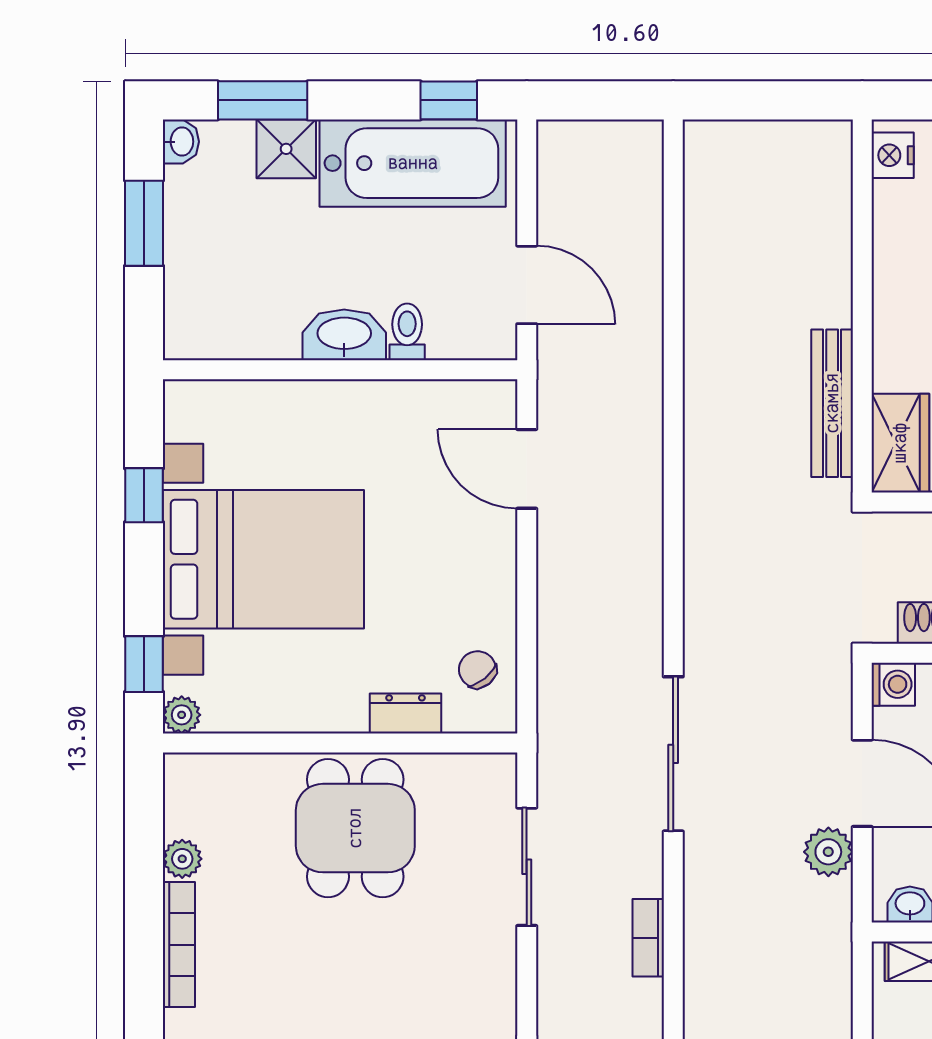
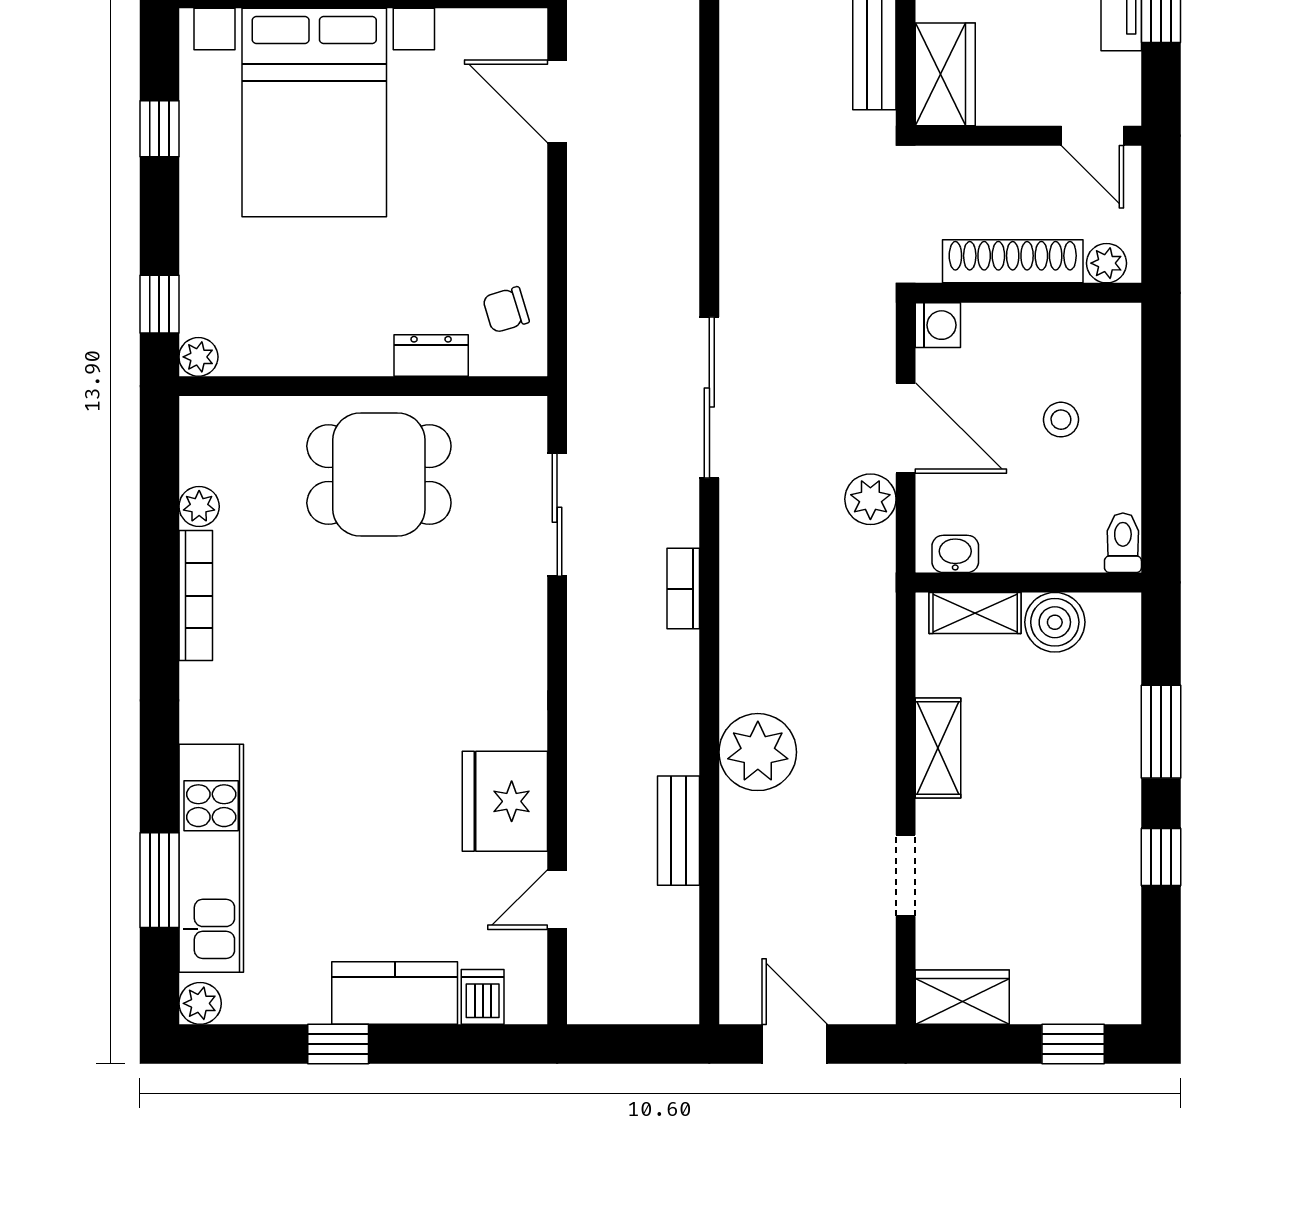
bed with nightstands: (263, 559) -> (314, 112), moved, turned 90
chair: (477, 670) -> (506, 310), turned -68
dining table: (355, 828) -> (379, 474), turned 90

